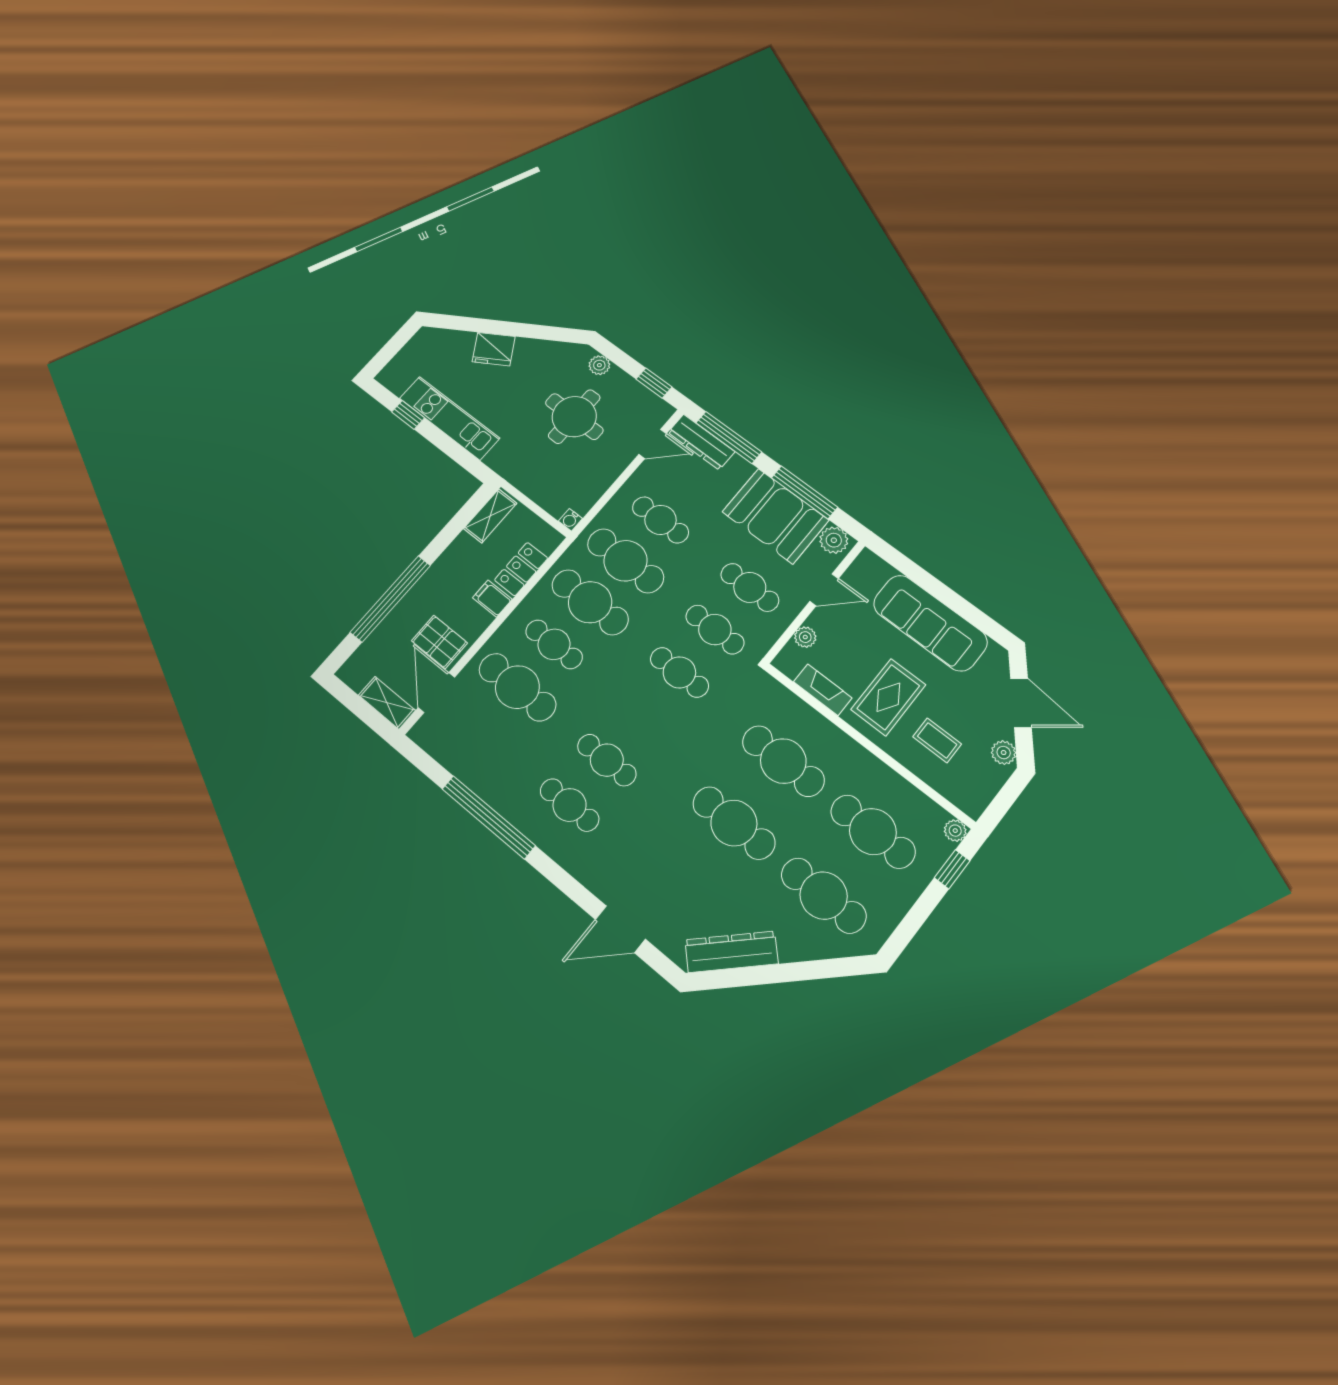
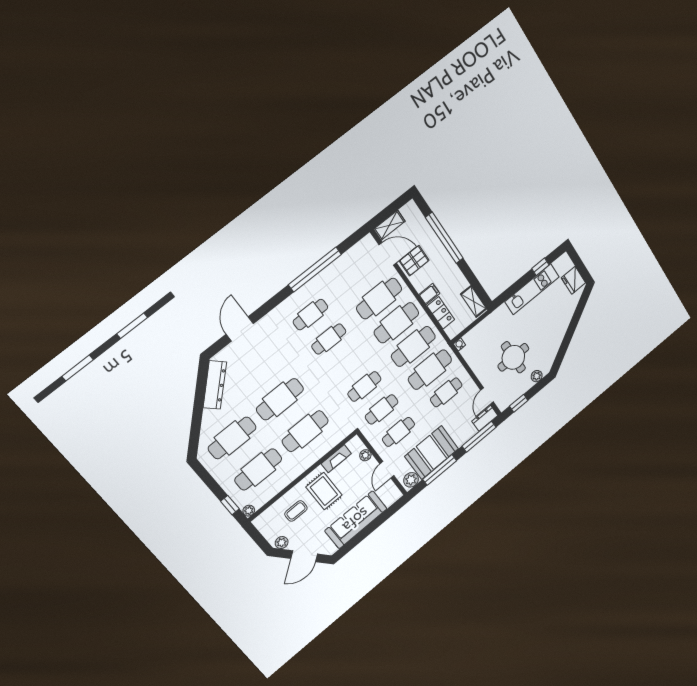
fridge: (494, 349) -> (573, 280), moved, turned -59
dresser: (701, 442) -> (485, 418), width x0.70
cafe table: (554, 644) -> (396, 323), width x1.37, depth x1.35

